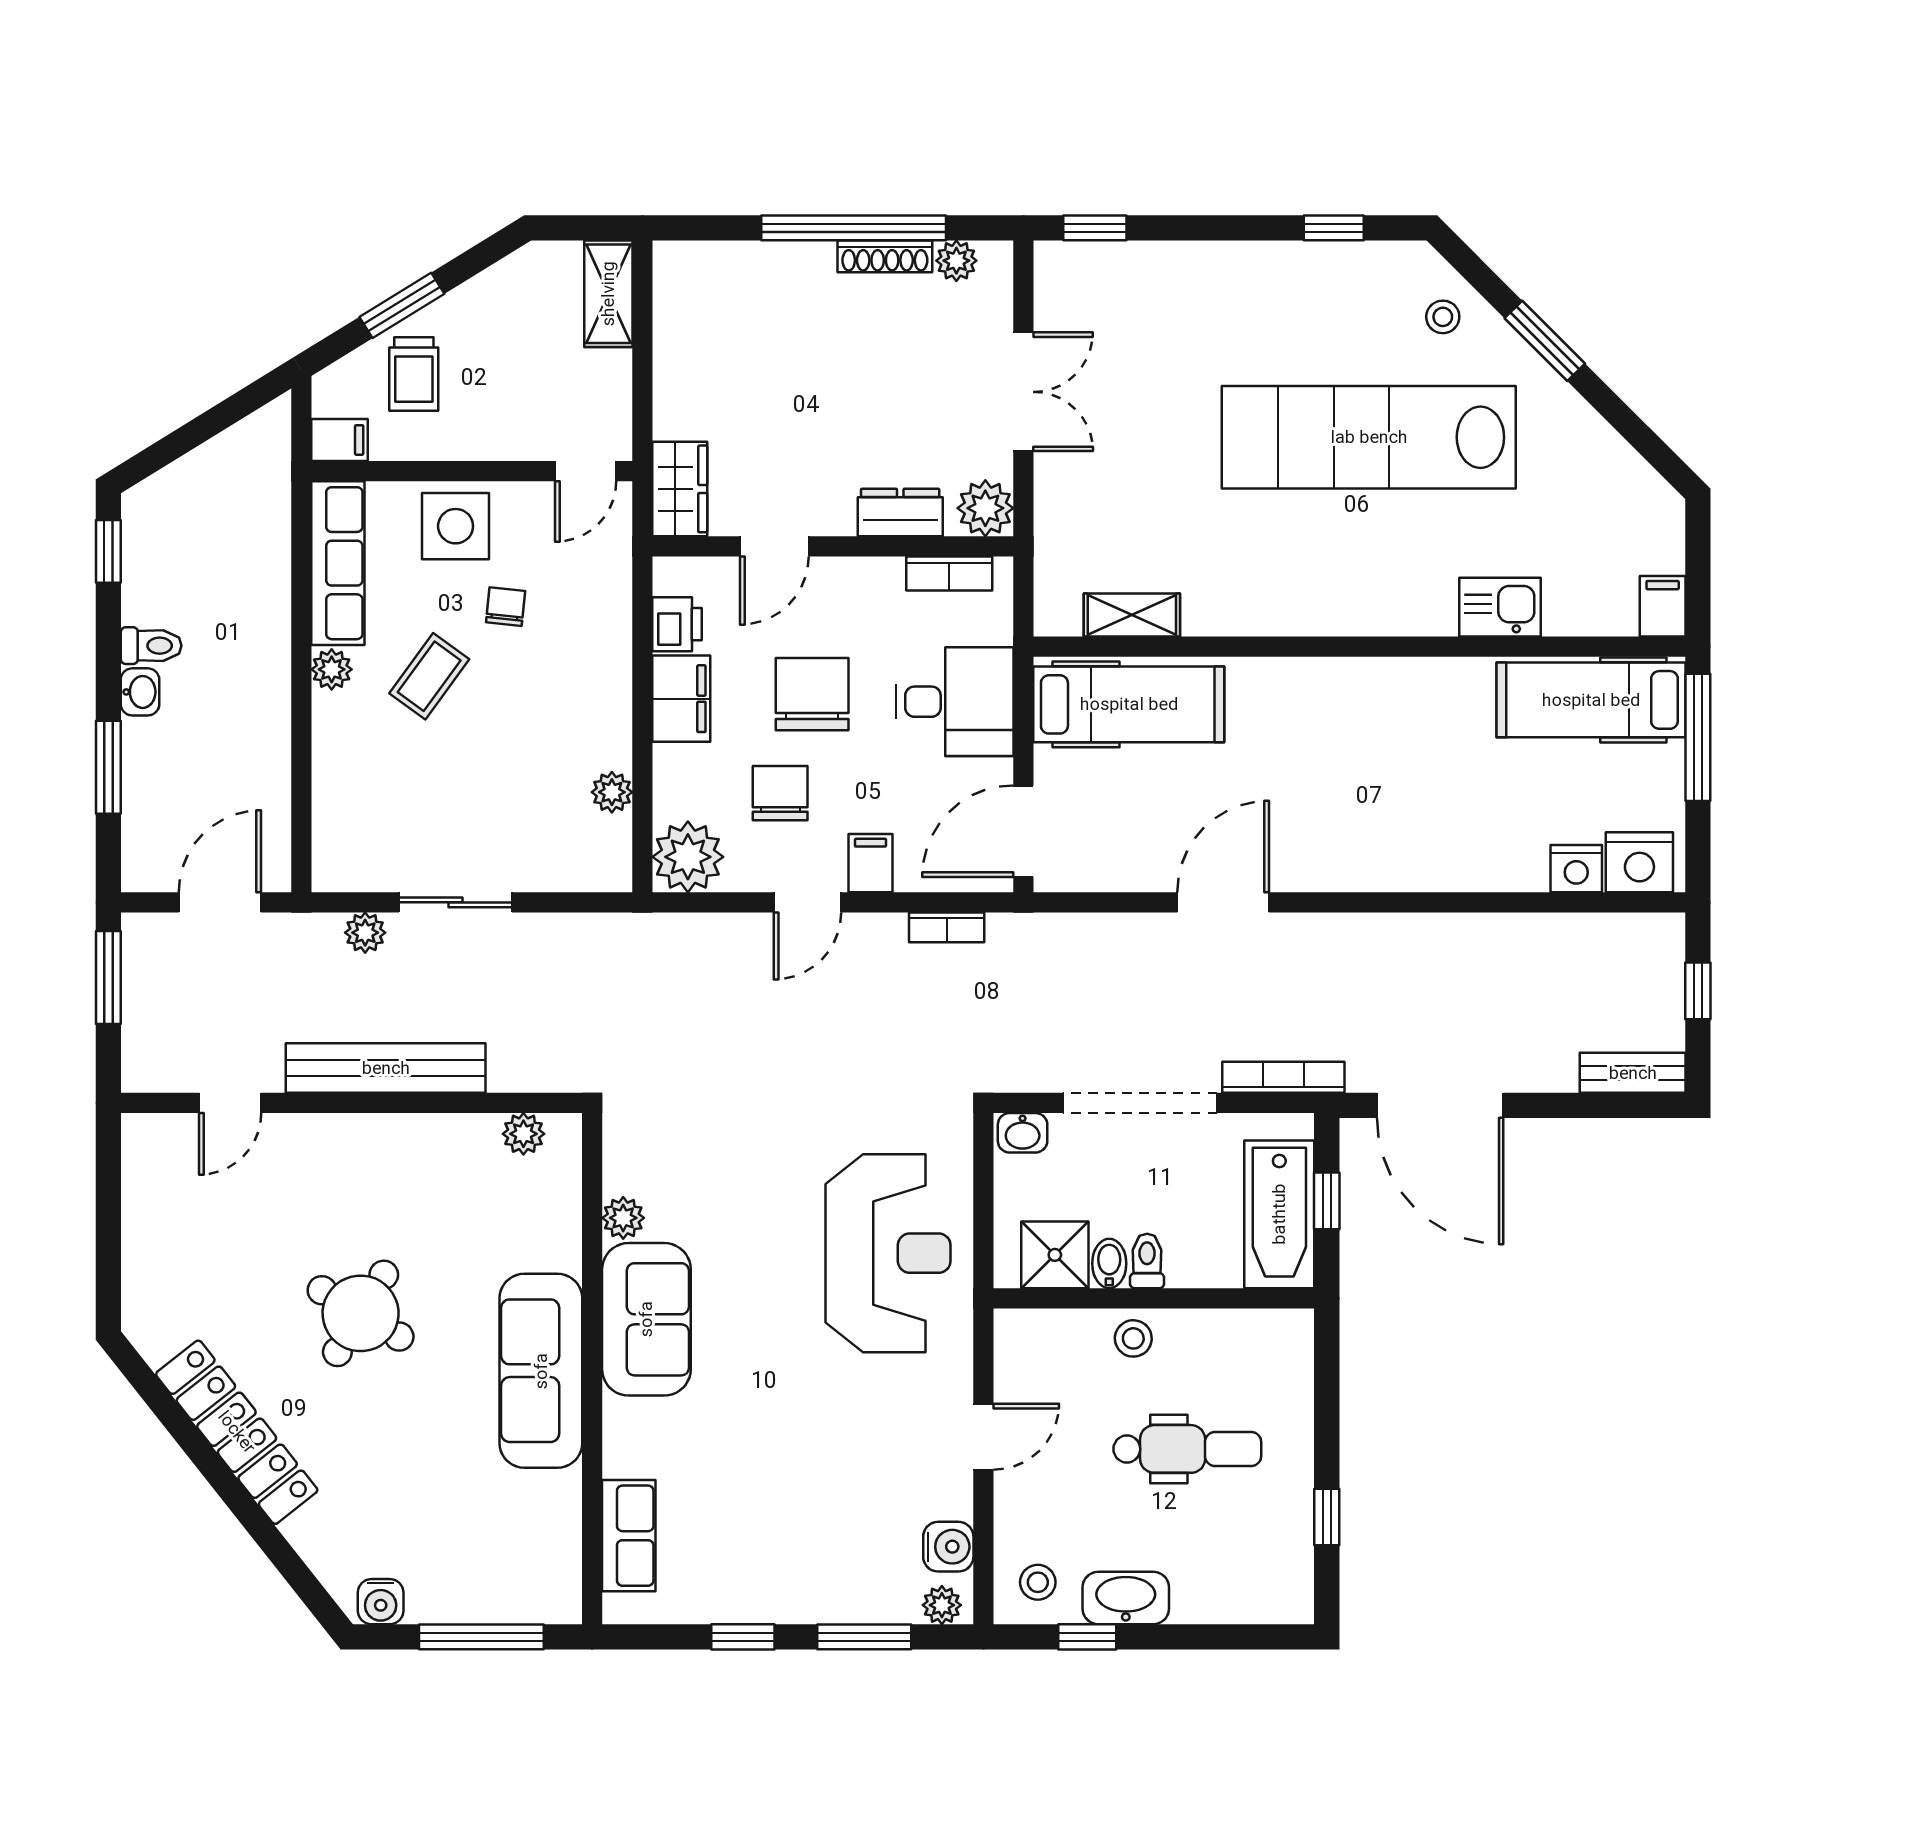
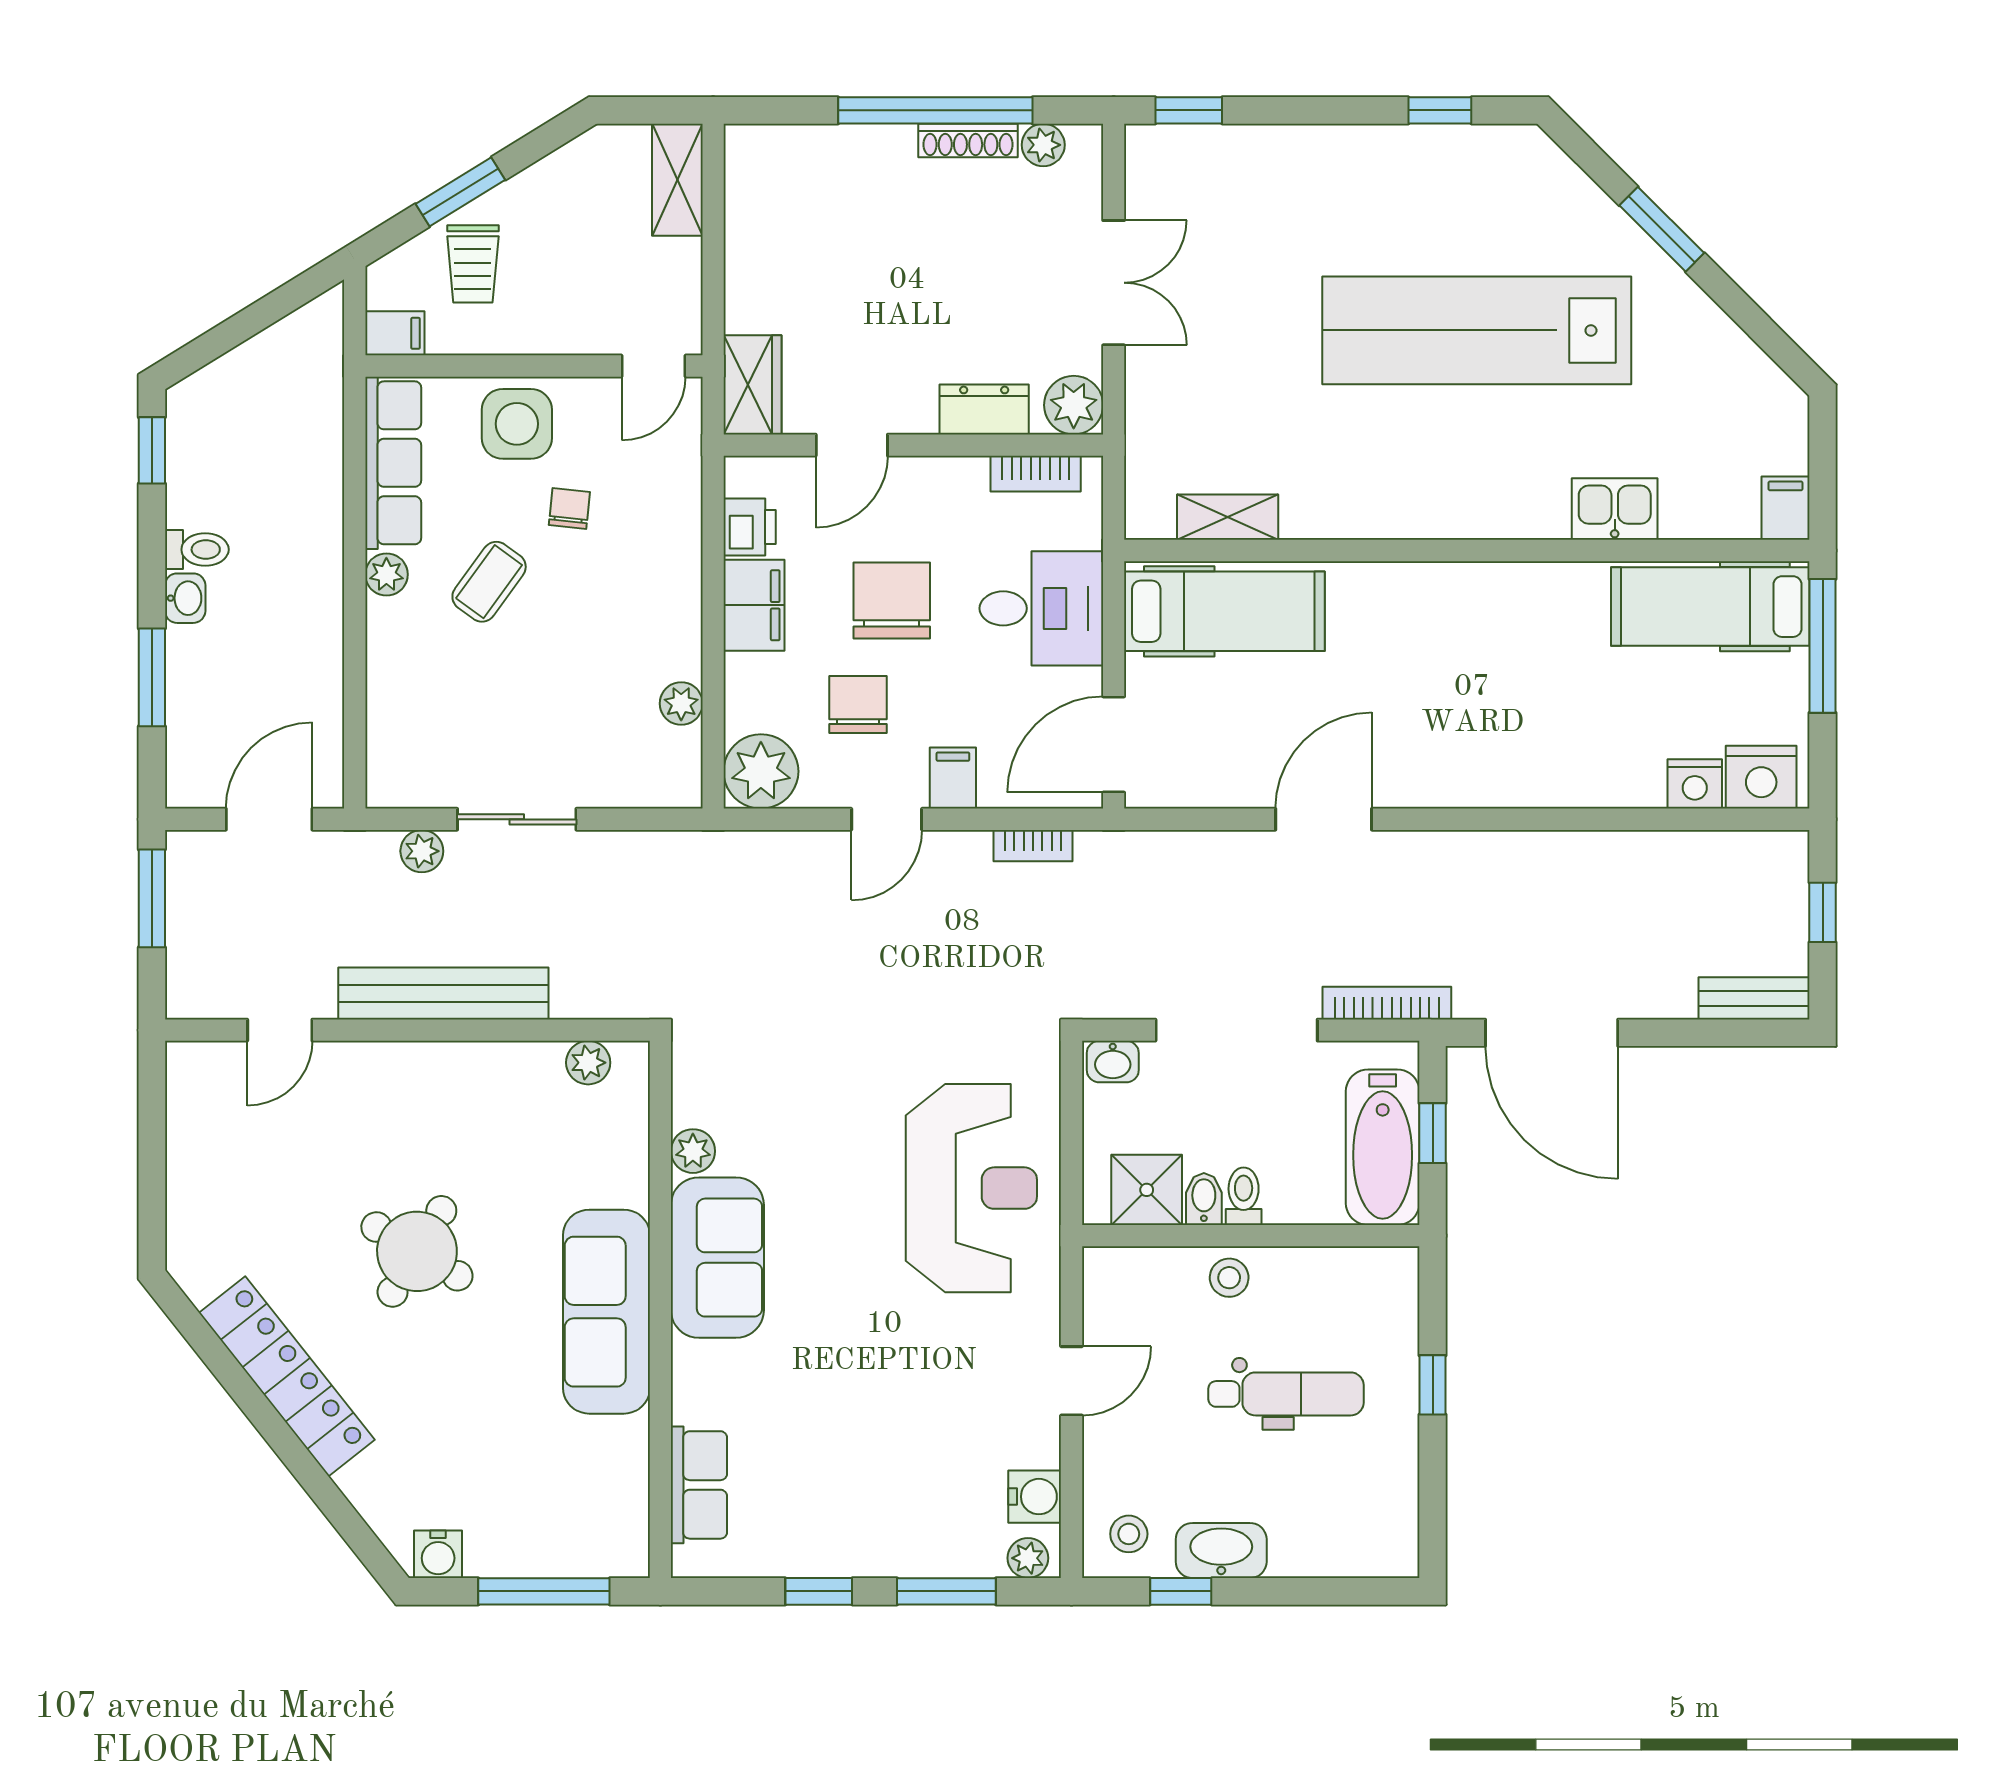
stool: (1443, 317) -> (1554, 204), removed
window: (1327, 1517) -> (1433, 1385), moved

